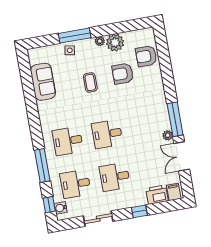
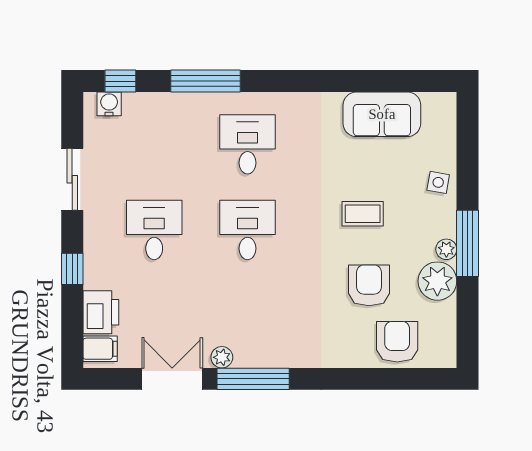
window: (75, 36) -> (468, 243), moved
desk: (75, 184) -> (154, 144), removed

